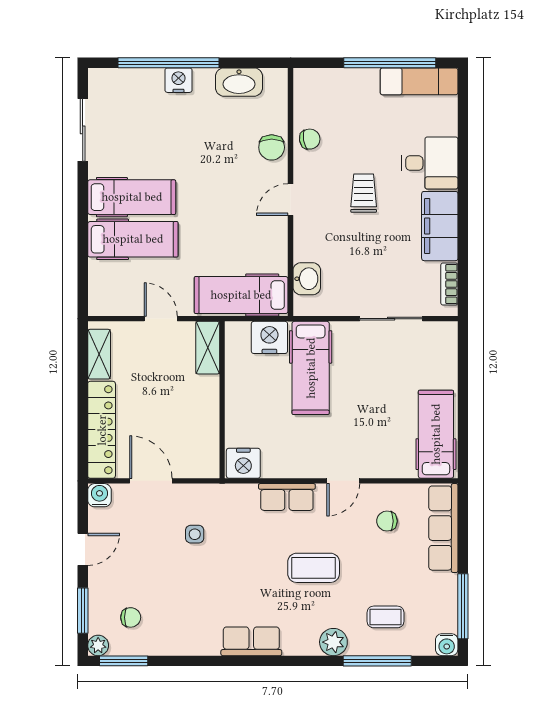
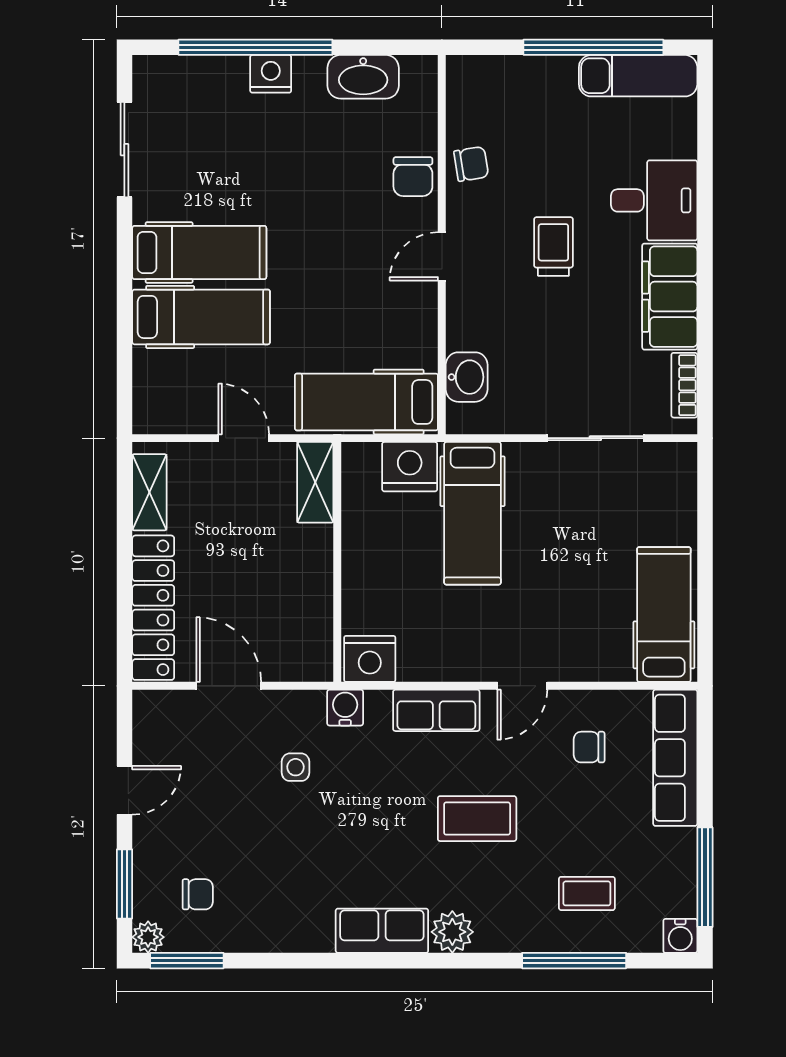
water cooler: (99, 495) -> (345, 708), moved
plant: (333, 642) -> (452, 932), moved

